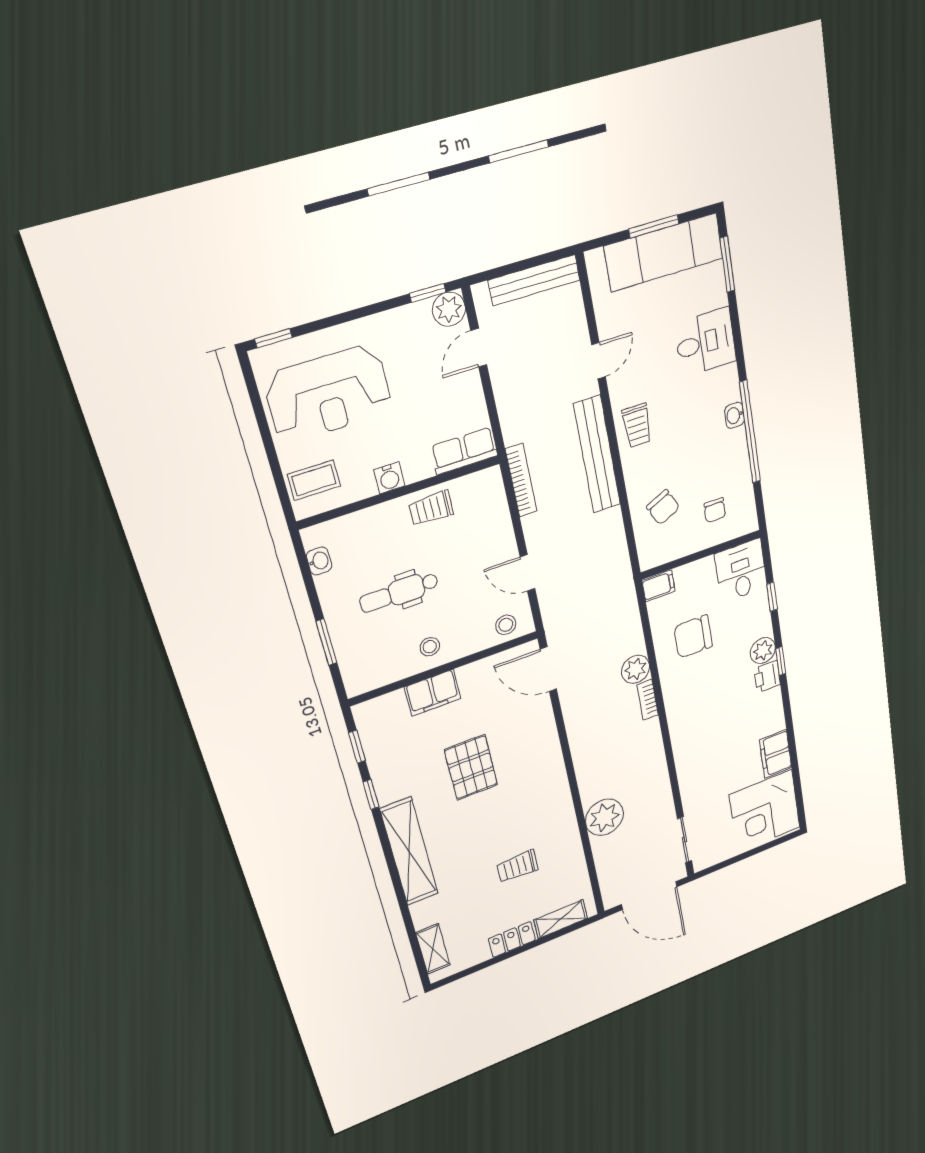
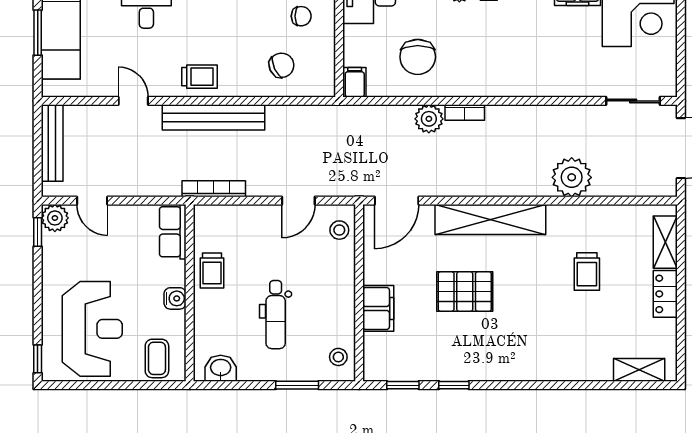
washbasin: (319, 561) -> (221, 368), width x1.38, depth x1.45
stool: (430, 647) -> (338, 357), moved
shelving: (409, 852) -> (490, 219), moved

